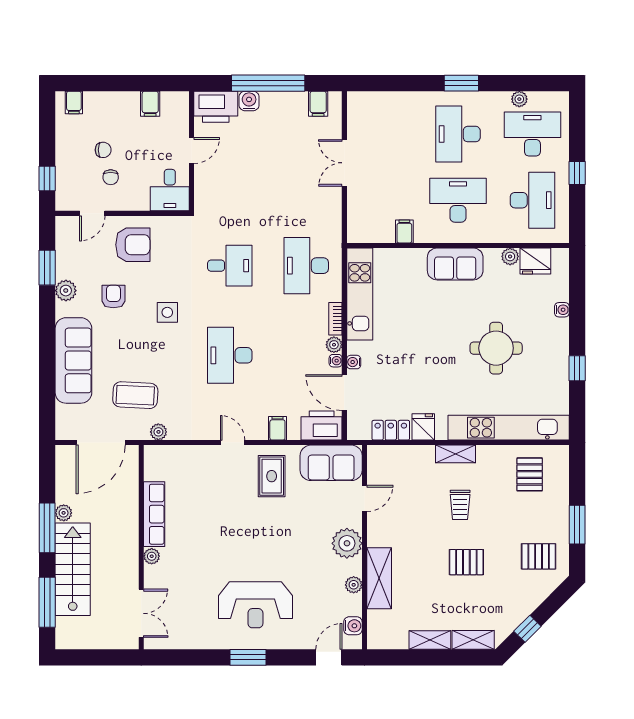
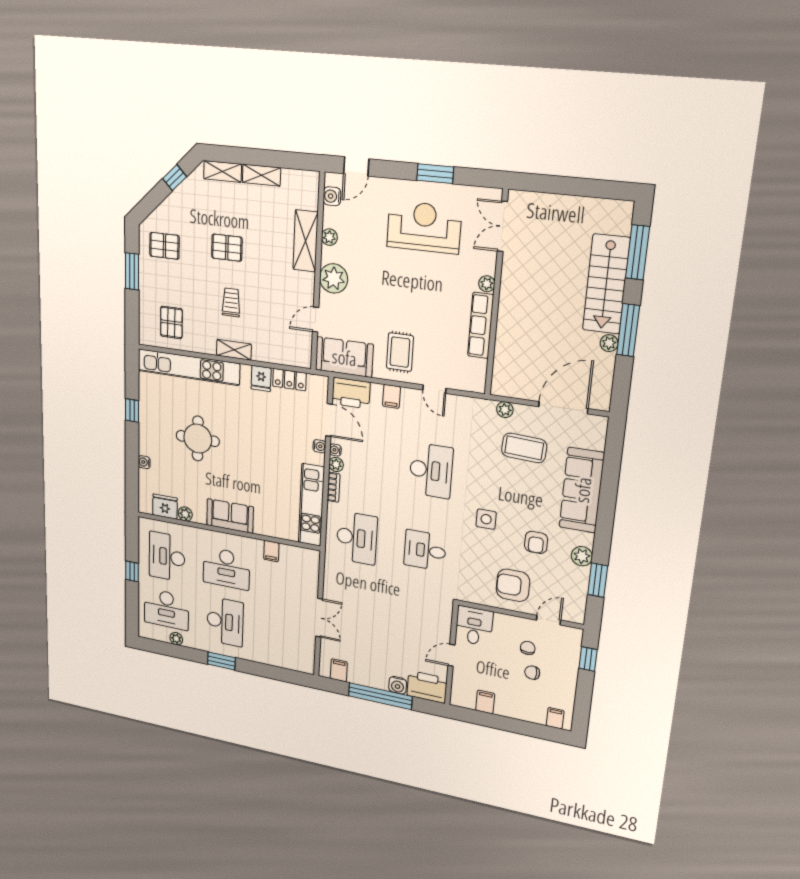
row of seats: (154, 514) -> (481, 325), moved
wall: (141, 547) -> (496, 294), moved
plant: (152, 556) -> (487, 284), moved
double door: (141, 613) -> (502, 226), moved

